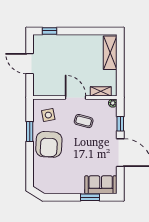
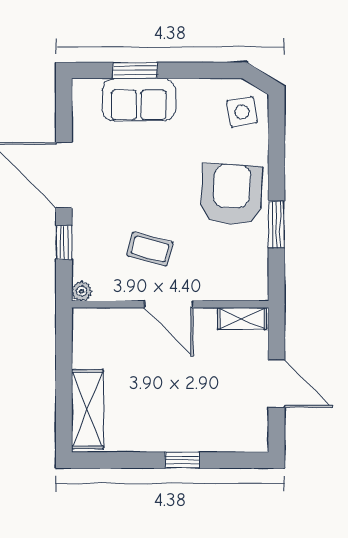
window: (50, 31) -> (182, 460), moved
shelving: (101, 91) -> (242, 318), moved
side table: (48, 115) -> (242, 112), moved
sofa: (101, 185) -> (139, 99), moved

